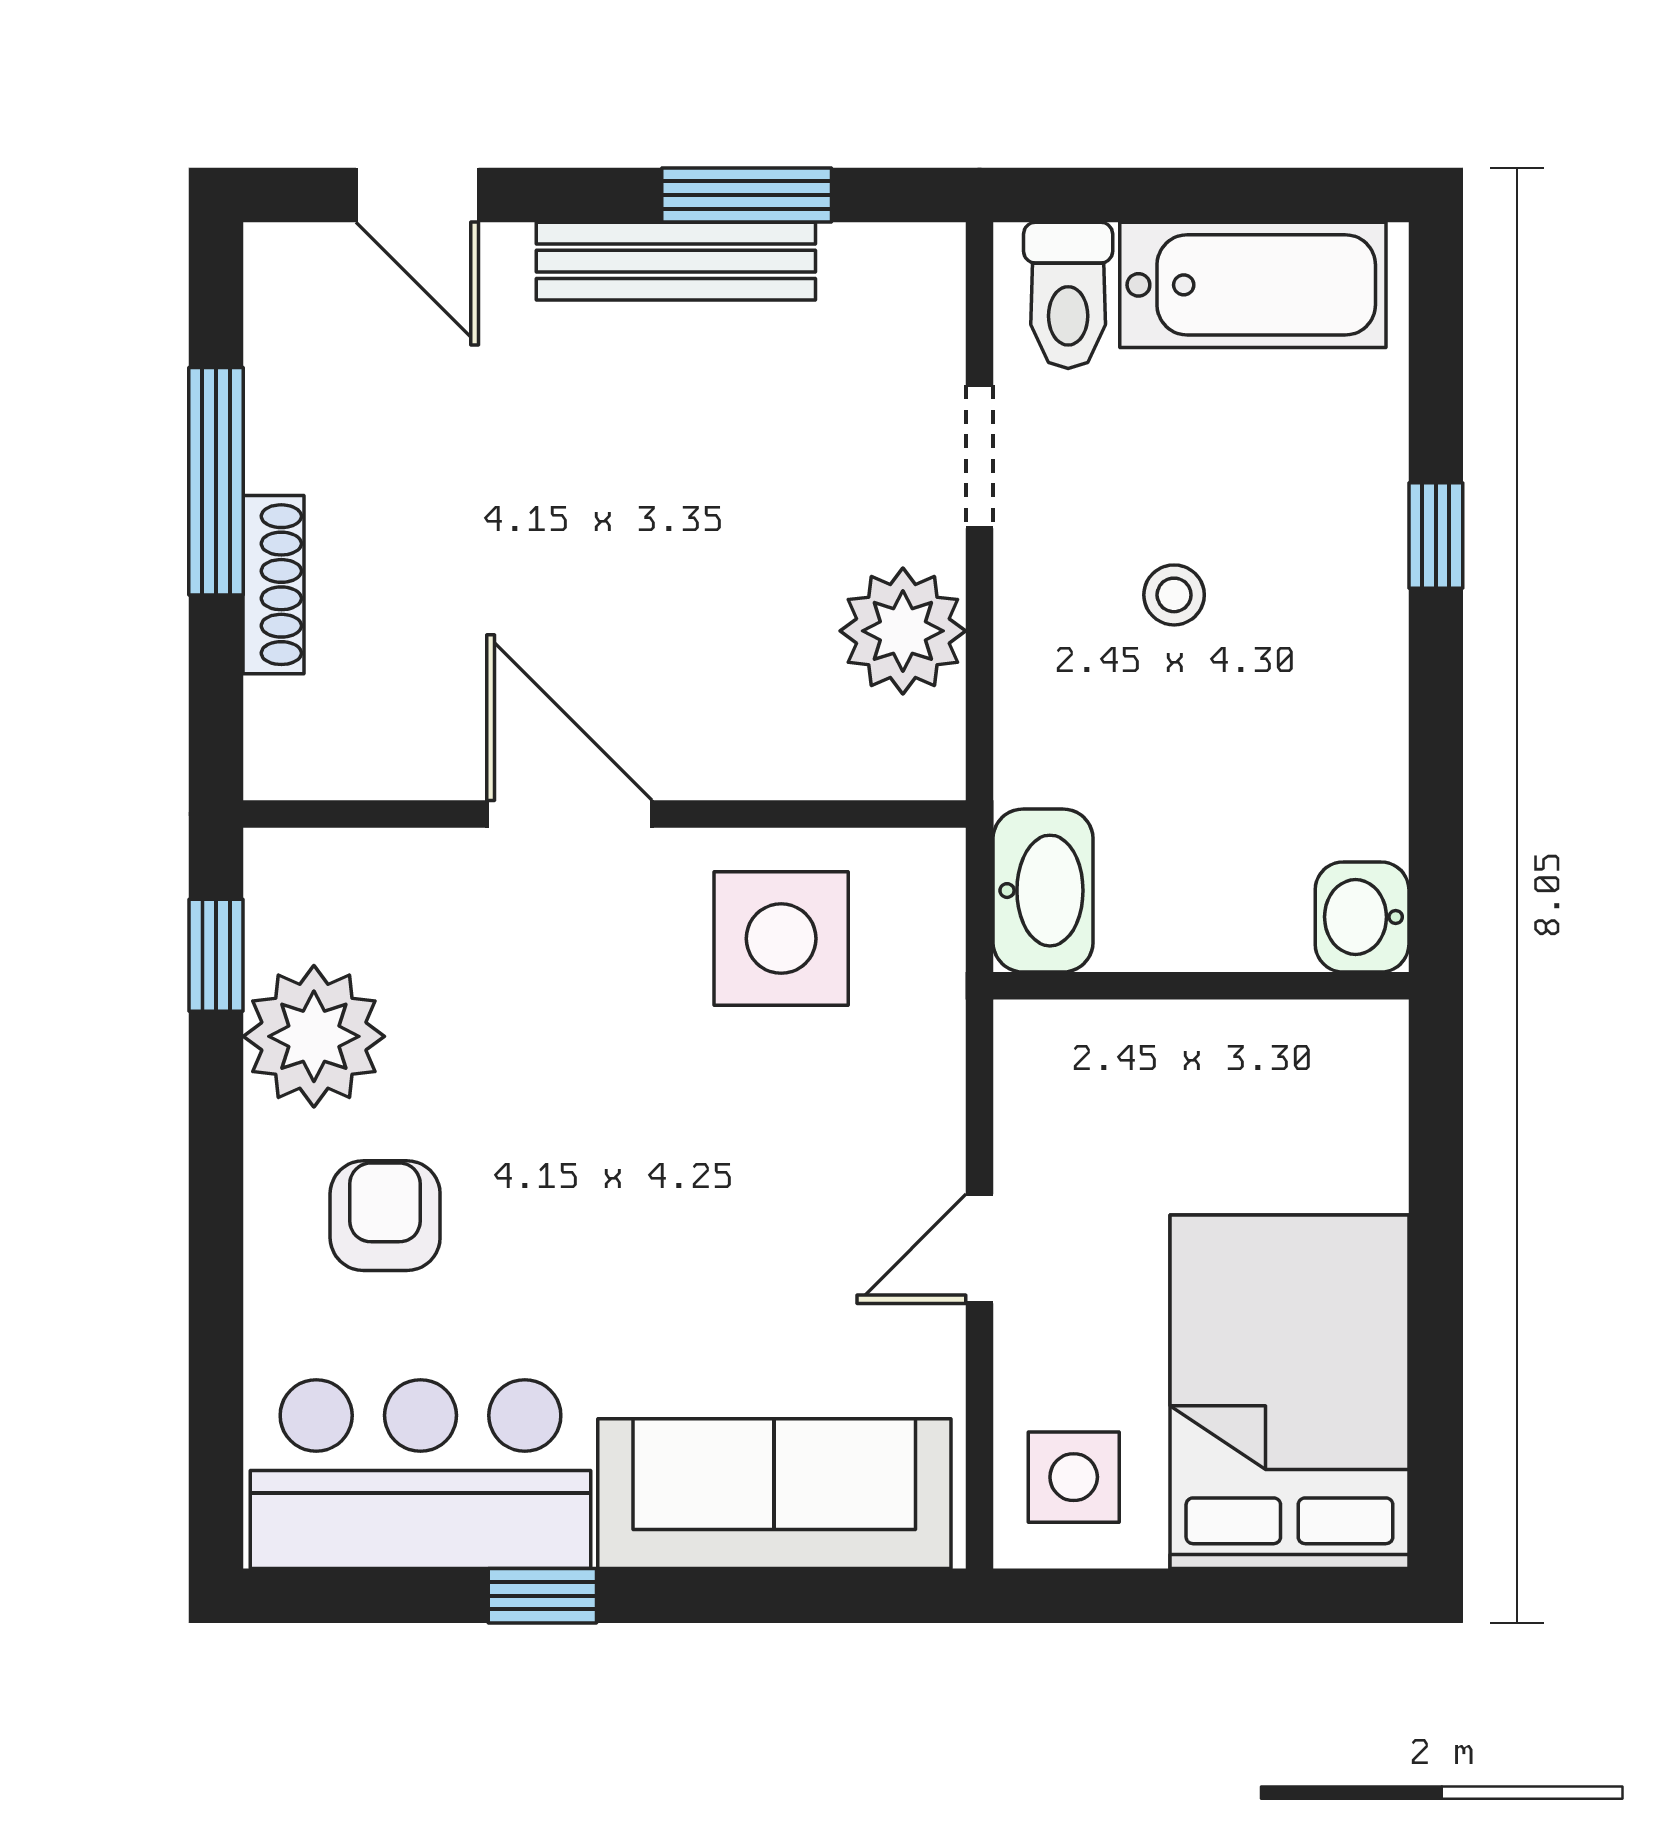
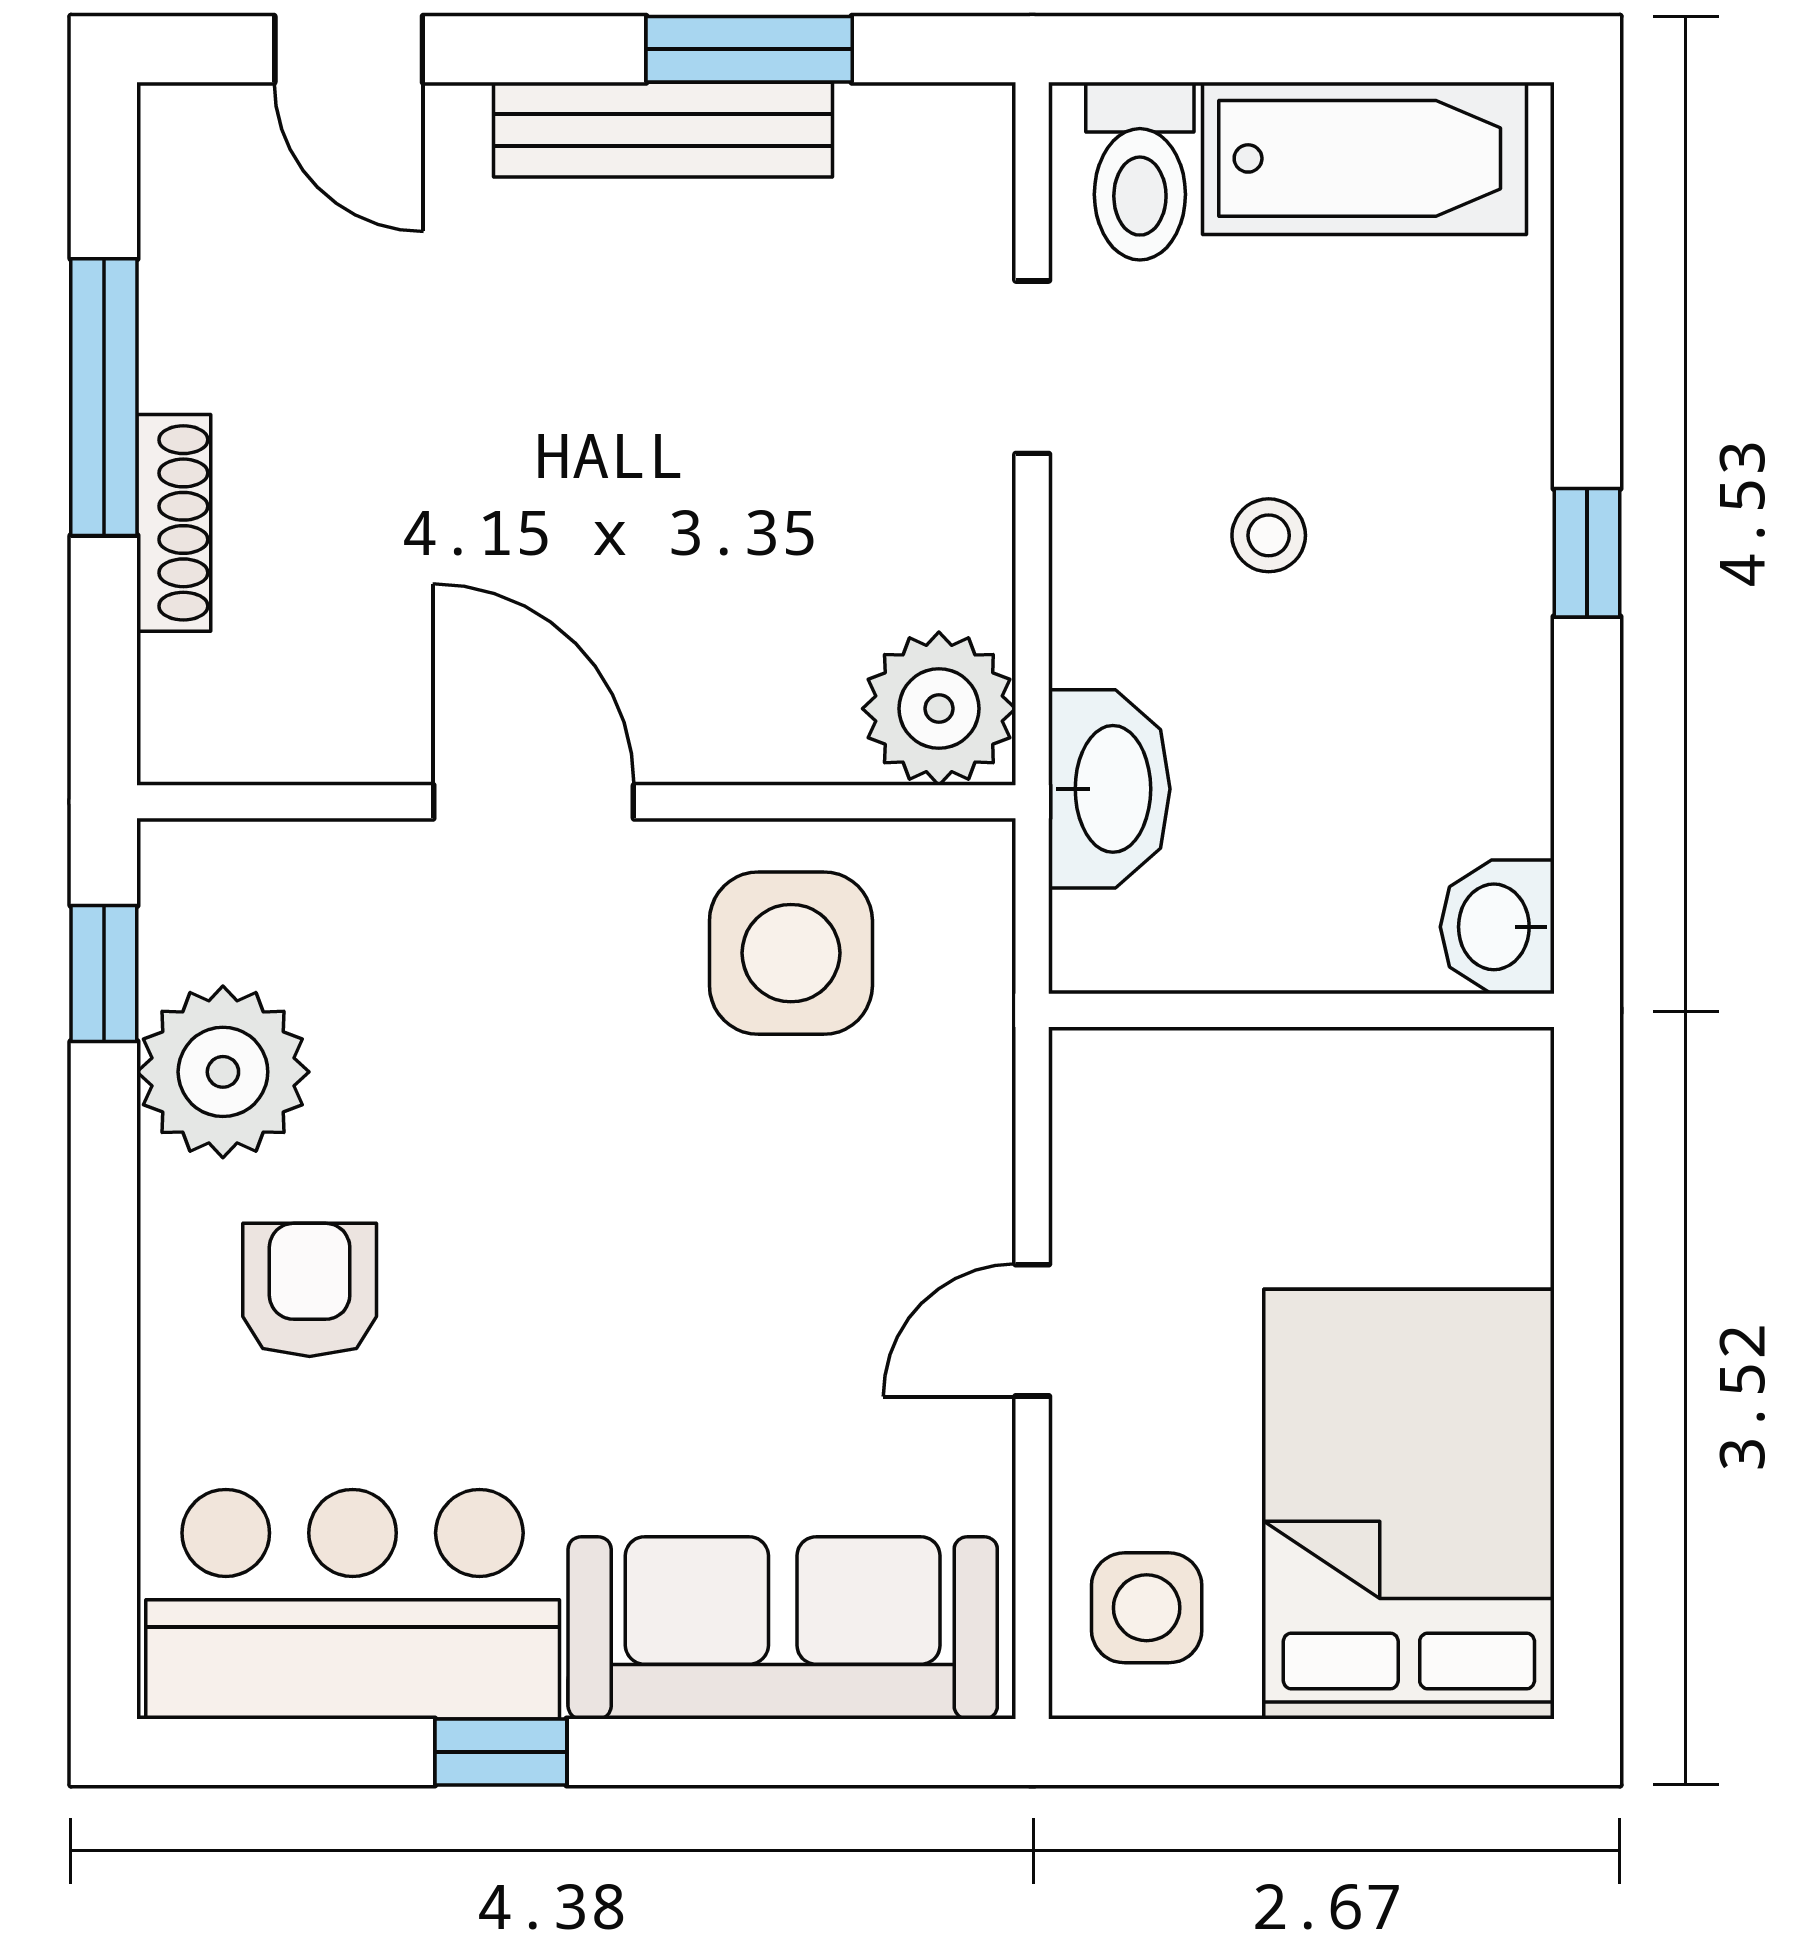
window: (1436, 536) -> (1587, 553), moved
plant: (903, 631) -> (939, 709), moved
washbasin: (1043, 891) -> (1109, 789), moved

